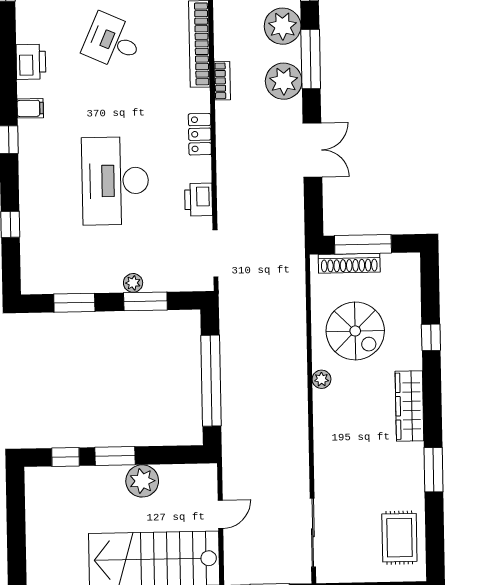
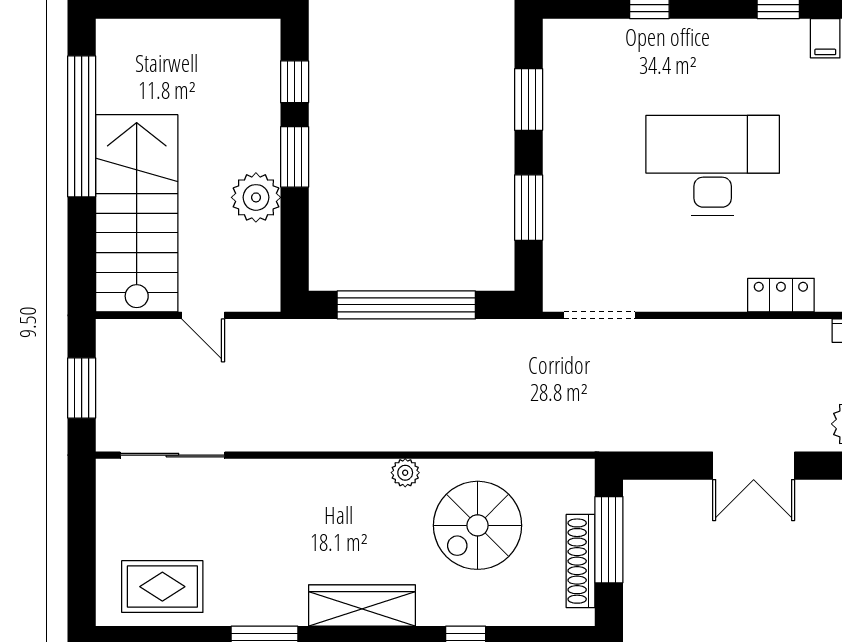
printer: (199, 200) -> (682, 291), removed
shoe rack: (349, 263) -> (581, 561), moved
plant: (133, 283) -> (557, 189), removed

